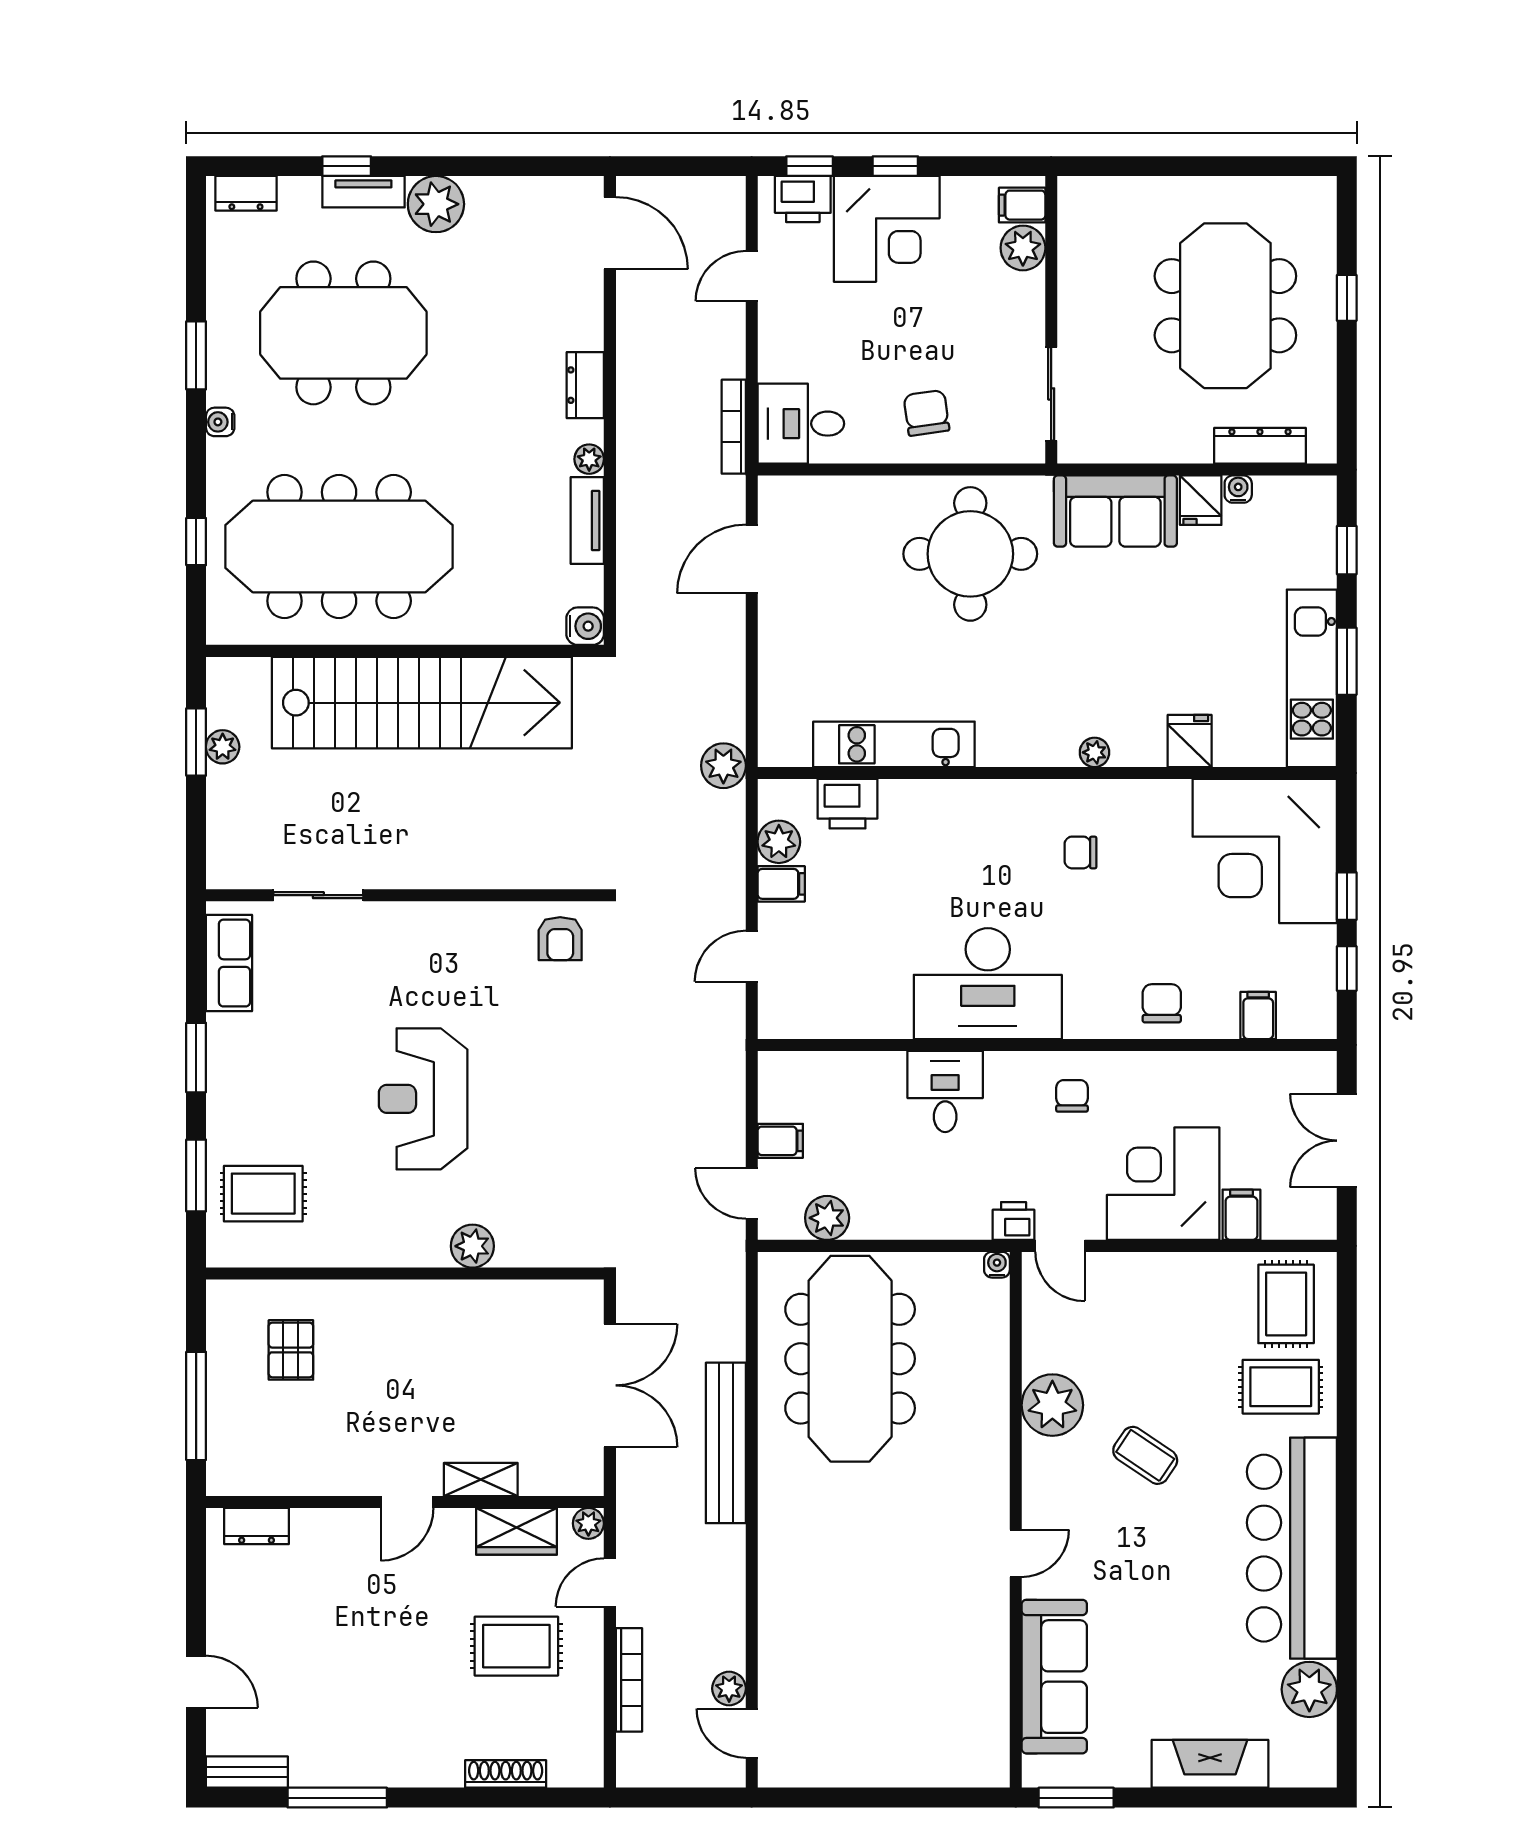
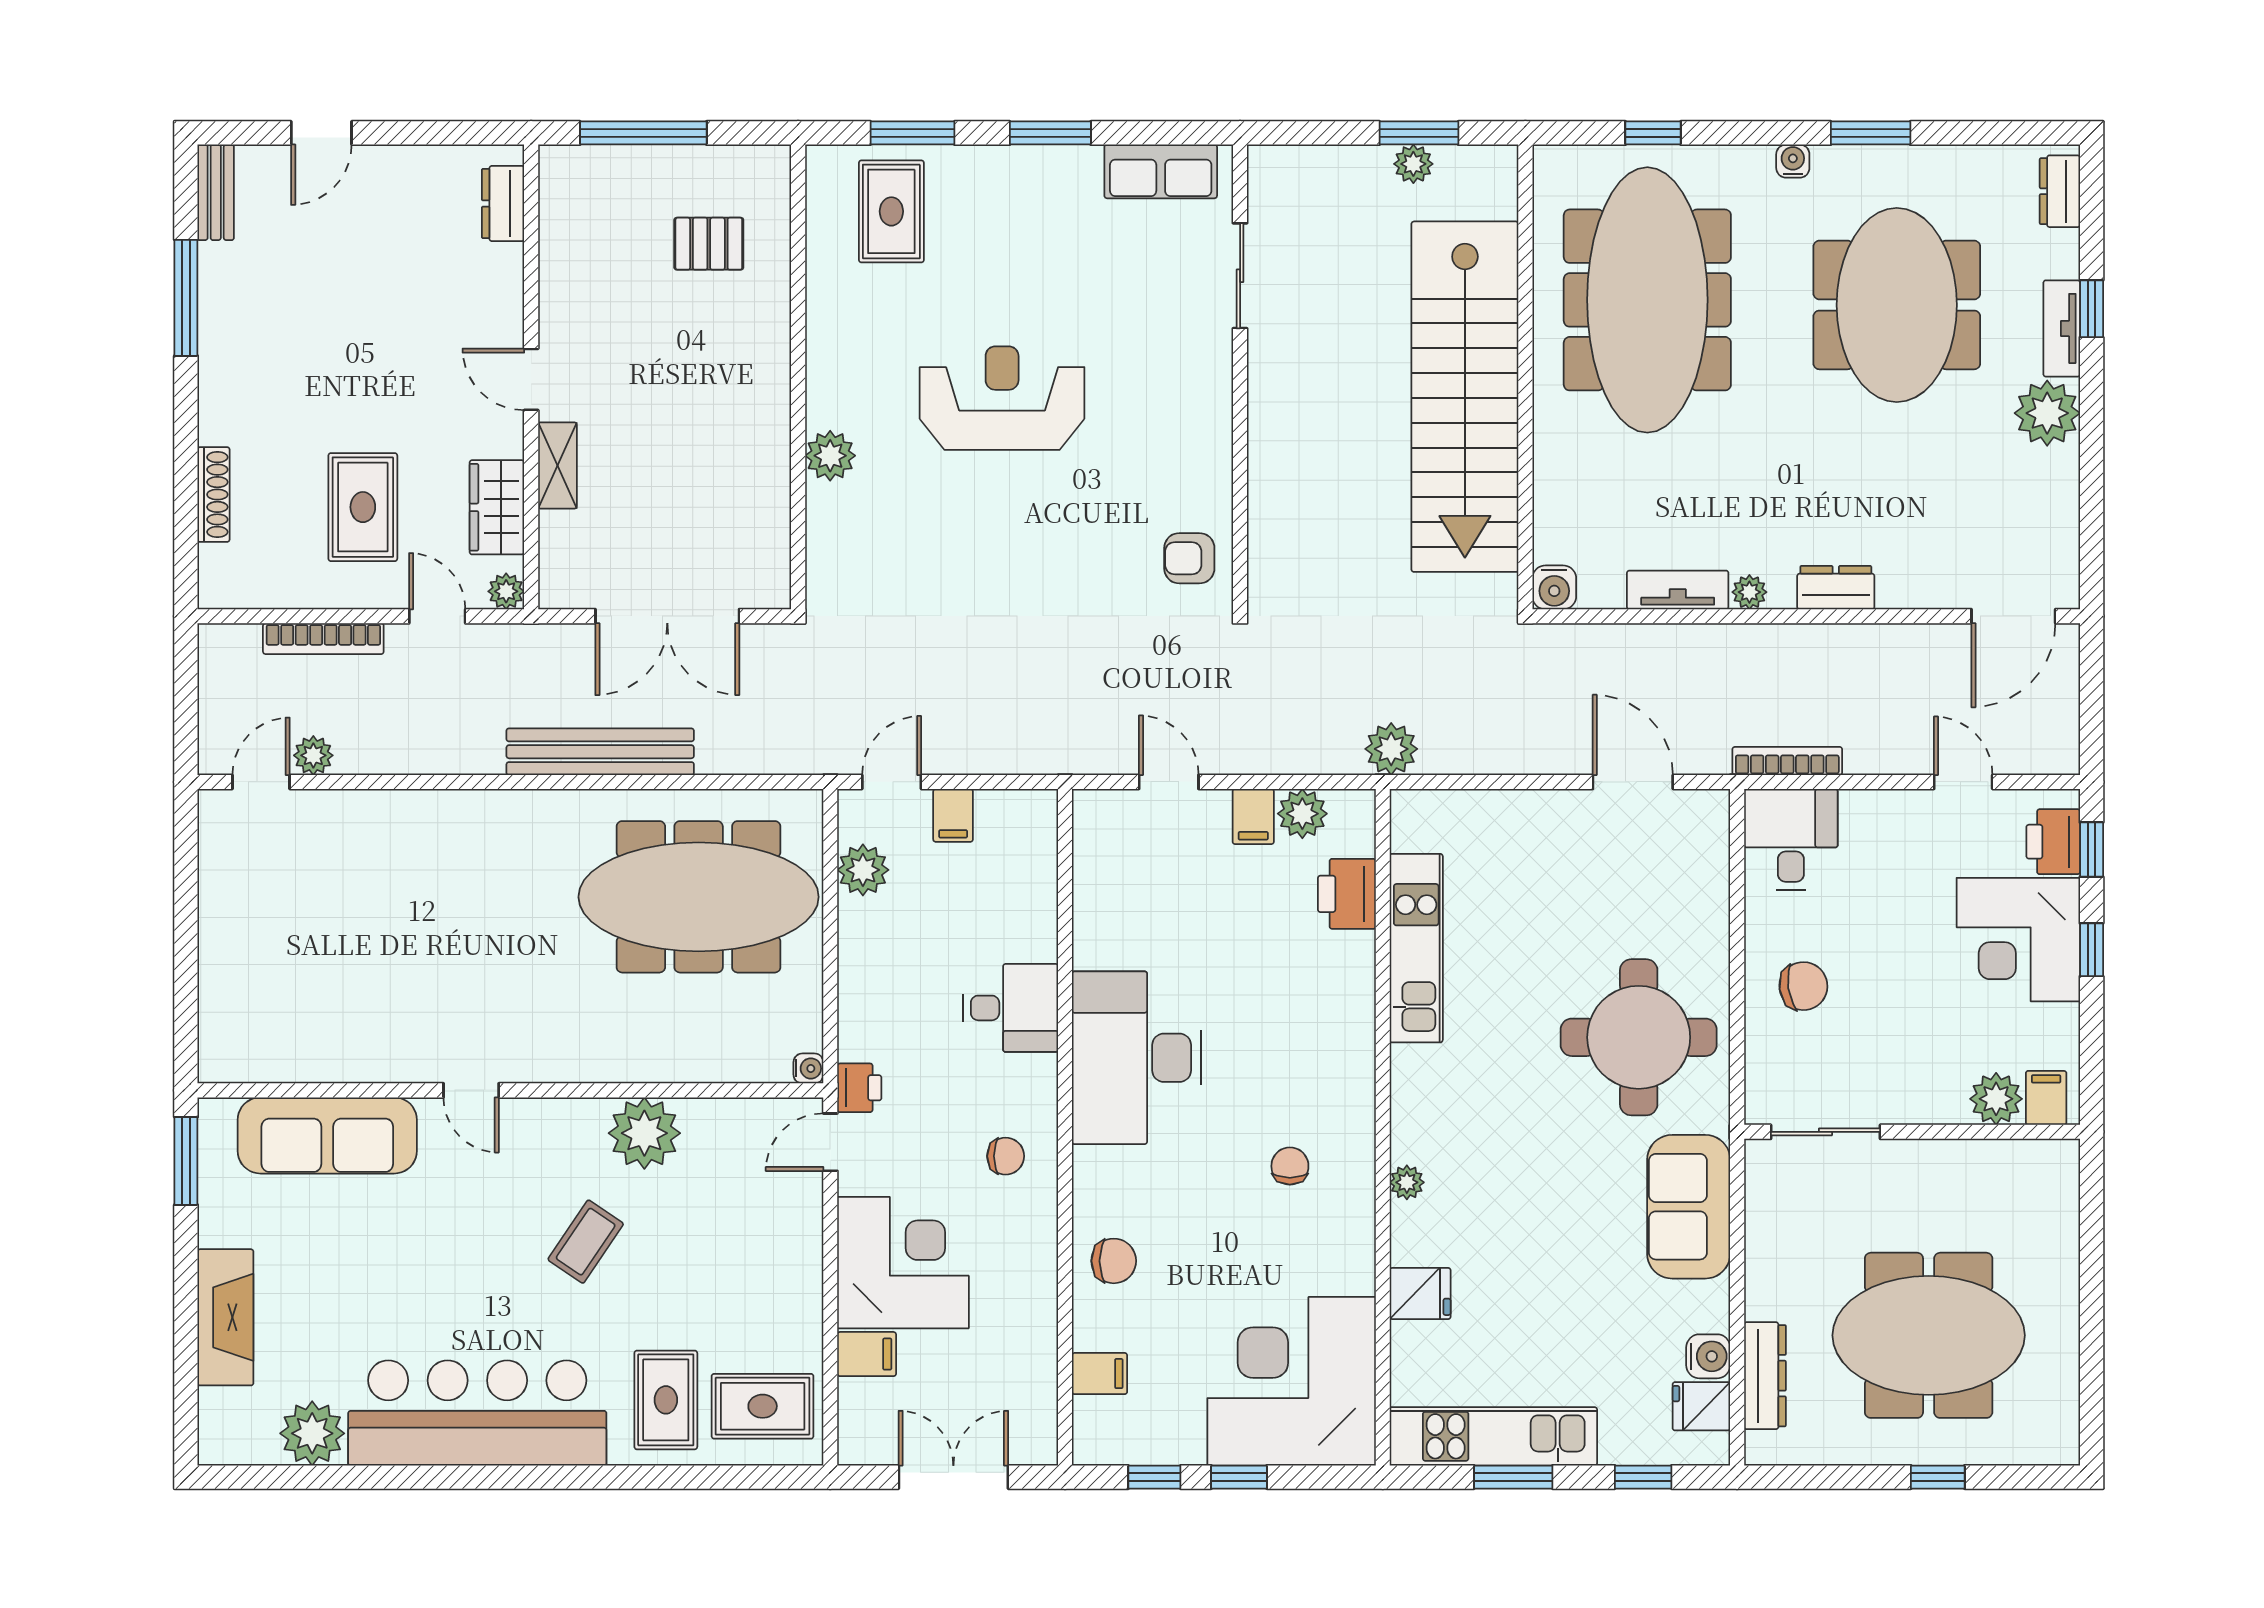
water cooler: (1238, 489) -> (1708, 1356), width x1.38, depth x1.38
fridge: (1201, 500) -> (1701, 1406), moved

